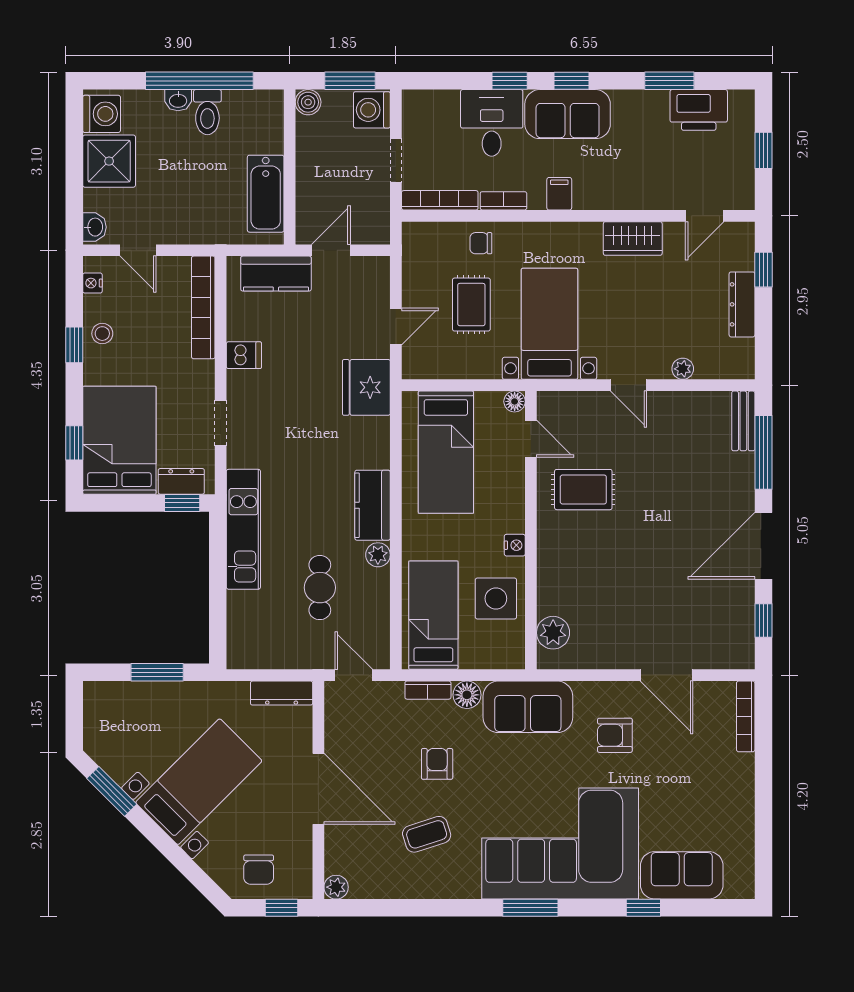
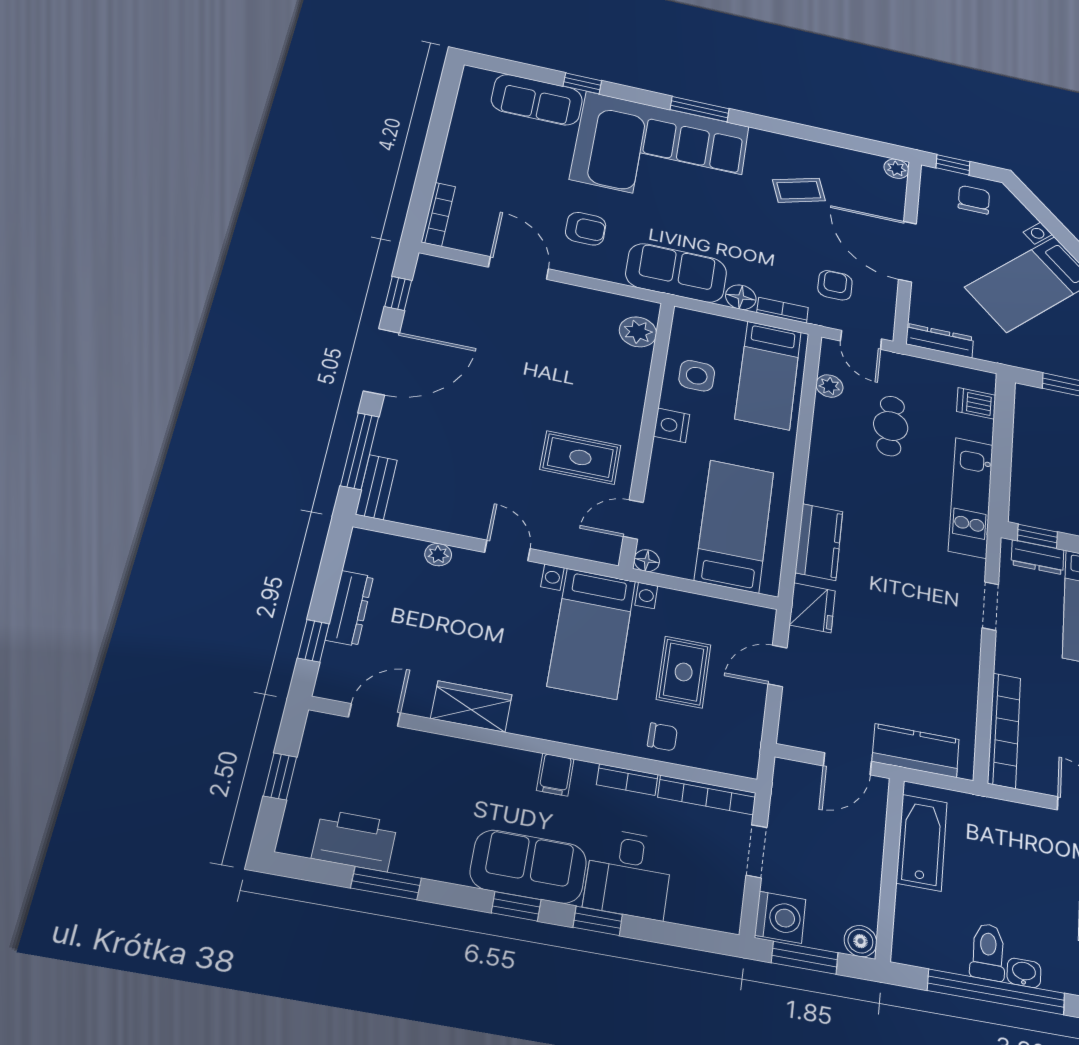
dishwasher: (244, 355) -> (976, 403), moved
fridge: (366, 387) -> (812, 608), width x0.73, depth x0.75
door: (531, 439) -> (633, 519), hinge flipped
kitchen counter: (373, 505) -> (819, 542), moved
nightstand: (515, 545) -> (672, 425), width x1.39, depth x1.35
plant: (378, 555) -> (829, 386), moved
side table: (496, 599) -> (697, 376), width x0.73, depth x0.73
armchair: (437, 764) -> (835, 285), moved, turned 180

